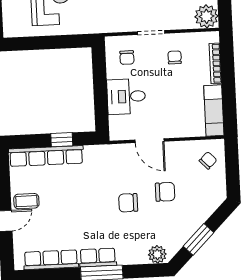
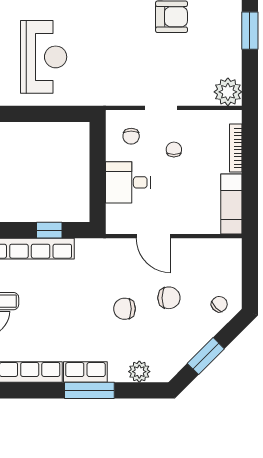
chair: (175, 57) -> (174, 150), moved
chair: (208, 160) -> (219, 304), moved
plant: (157, 254) -> (139, 372), moved

